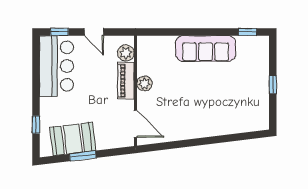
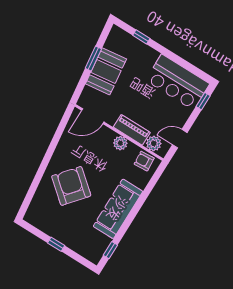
door: (94, 32) -> (180, 139), moved
armchair: (147, 52) -> (144, 161), added
armchair: (211, 104) -> (71, 186), added
booth: (73, 139) -> (106, 71), moved

